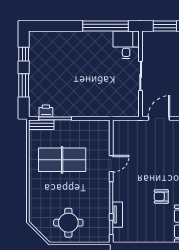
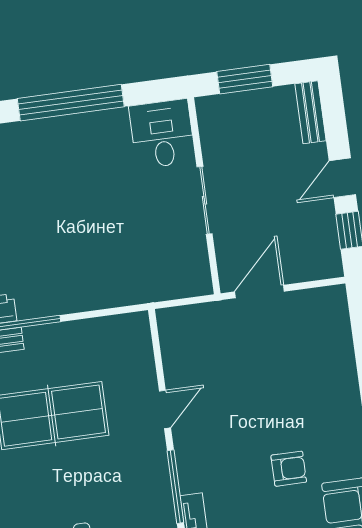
window: (106, 26) -> (71, 103), moved
armchair: (161, 197) -> (289, 469), turned 180

